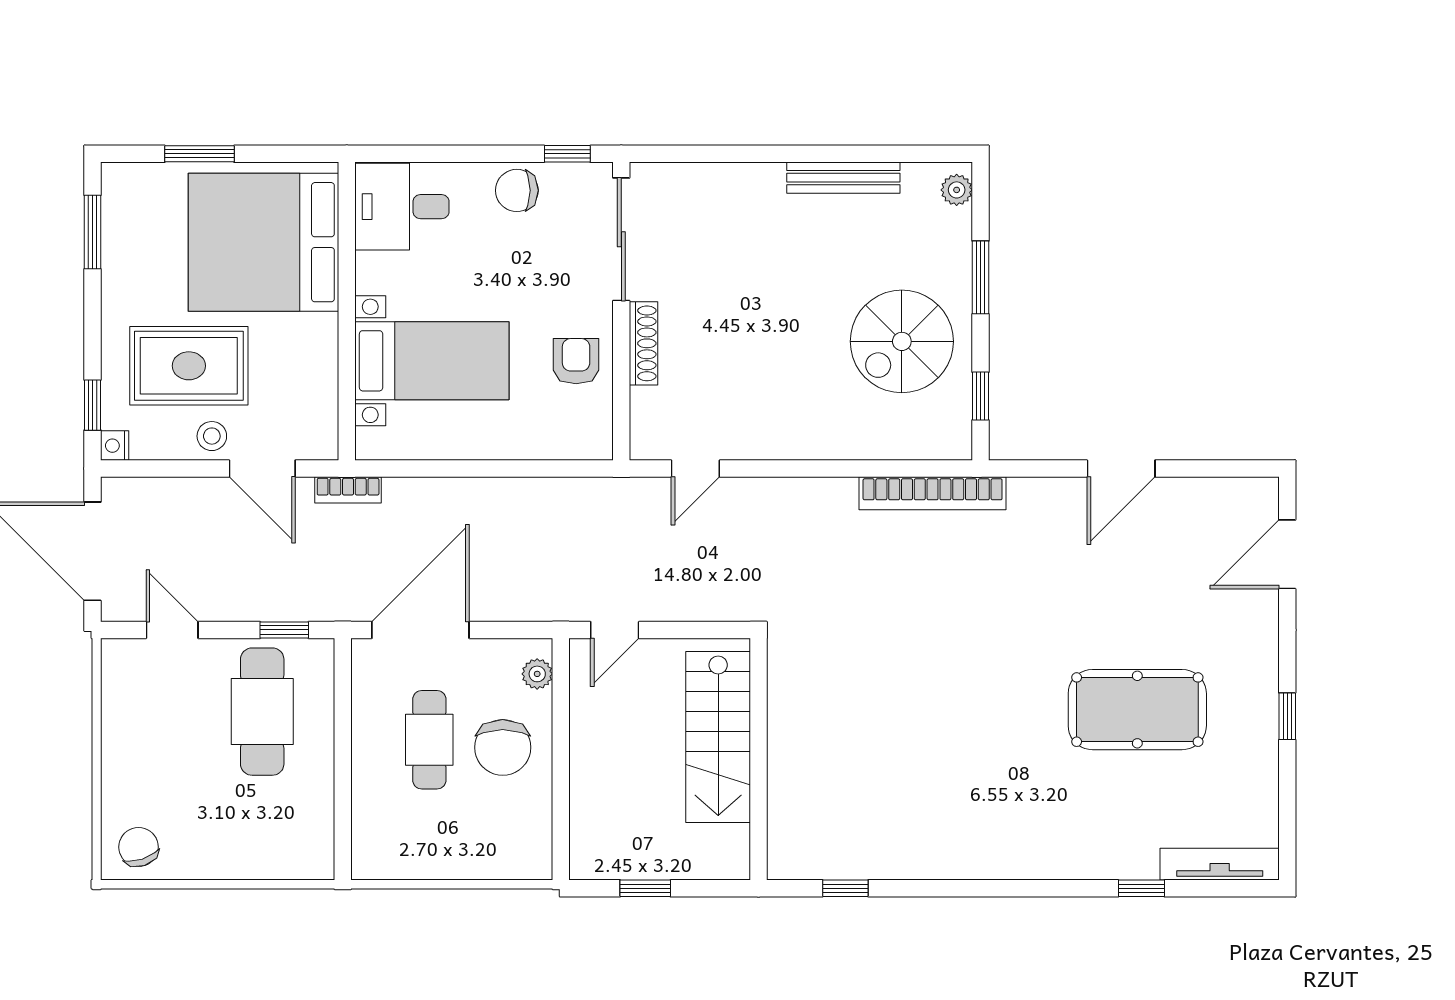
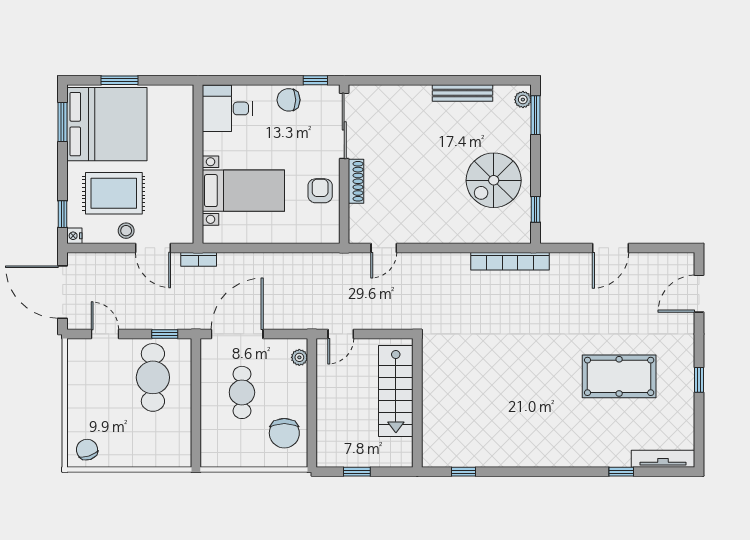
bed: (264, 242) -> (107, 124), moved, turned 180
window: (980, 277) -> (536, 115), moved
chair: (503, 747) -> (284, 433), moved

